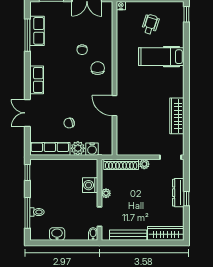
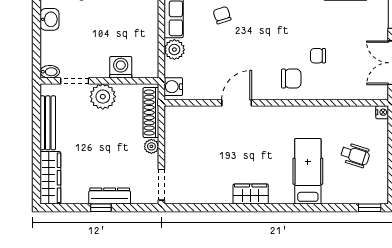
wardrobe: (177, 116) -> (251, 194), moved, width x0.67
chair: (69, 123) -> (222, 15), moved
water cooler: (92, 149) -> (173, 87), moved
plant: (106, 193) -> (103, 97), width x1.88, depth x1.88

